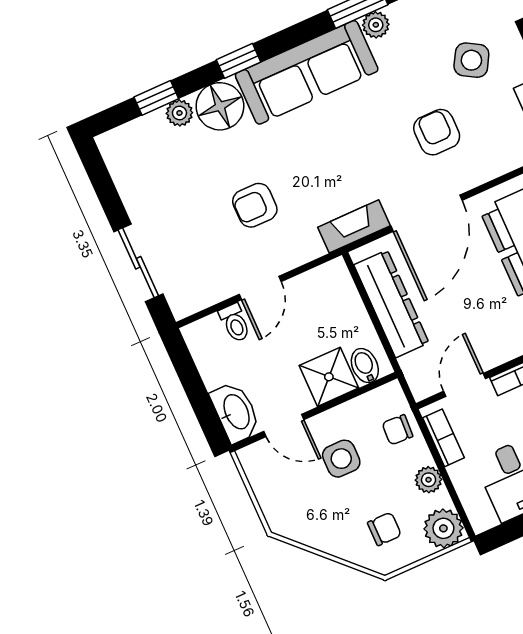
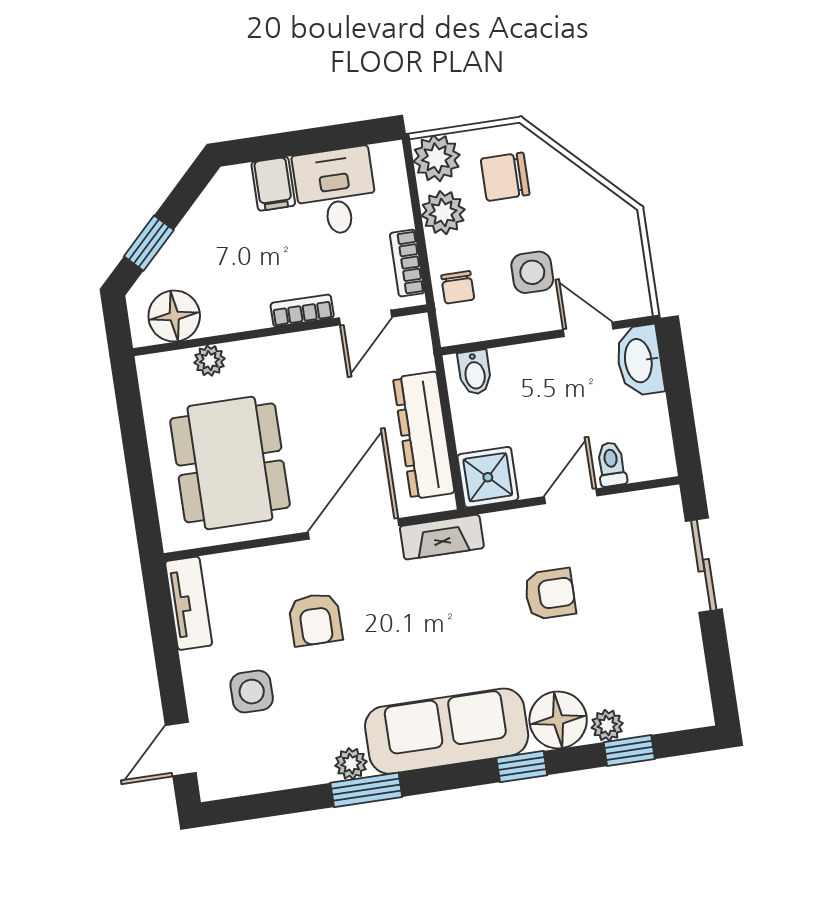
side table: (471, 60) -> (252, 692), turned -30
shower: (329, 377) -> (488, 477), moved
chair: (397, 430) -> (458, 287), turned 87
plant: (429, 480) -> (443, 213), width x1.38, depth x1.38
chair: (384, 529) -> (505, 177), width x1.37, depth x1.37

